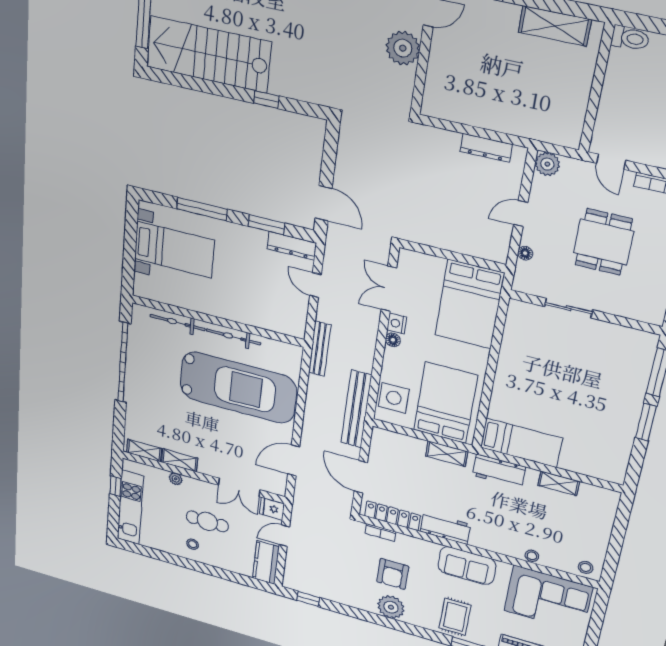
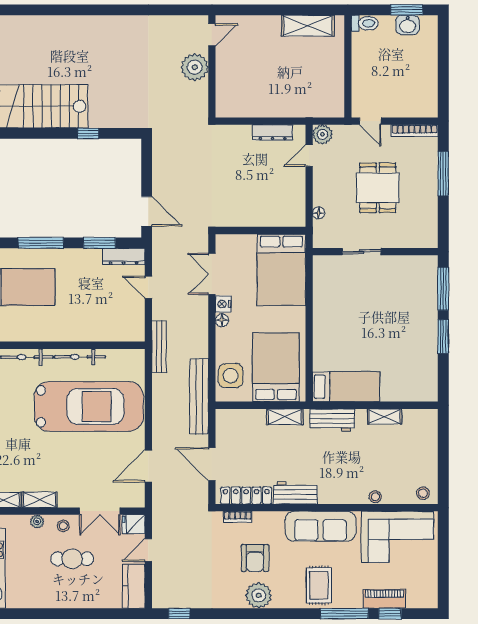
door: (521, 214) -> (309, 156), moved
stool: (193, 544) -> (63, 526), moved
sofa: (467, 566) -> (321, 526), width x1.36

